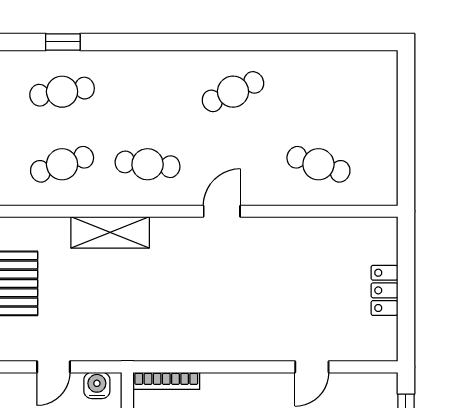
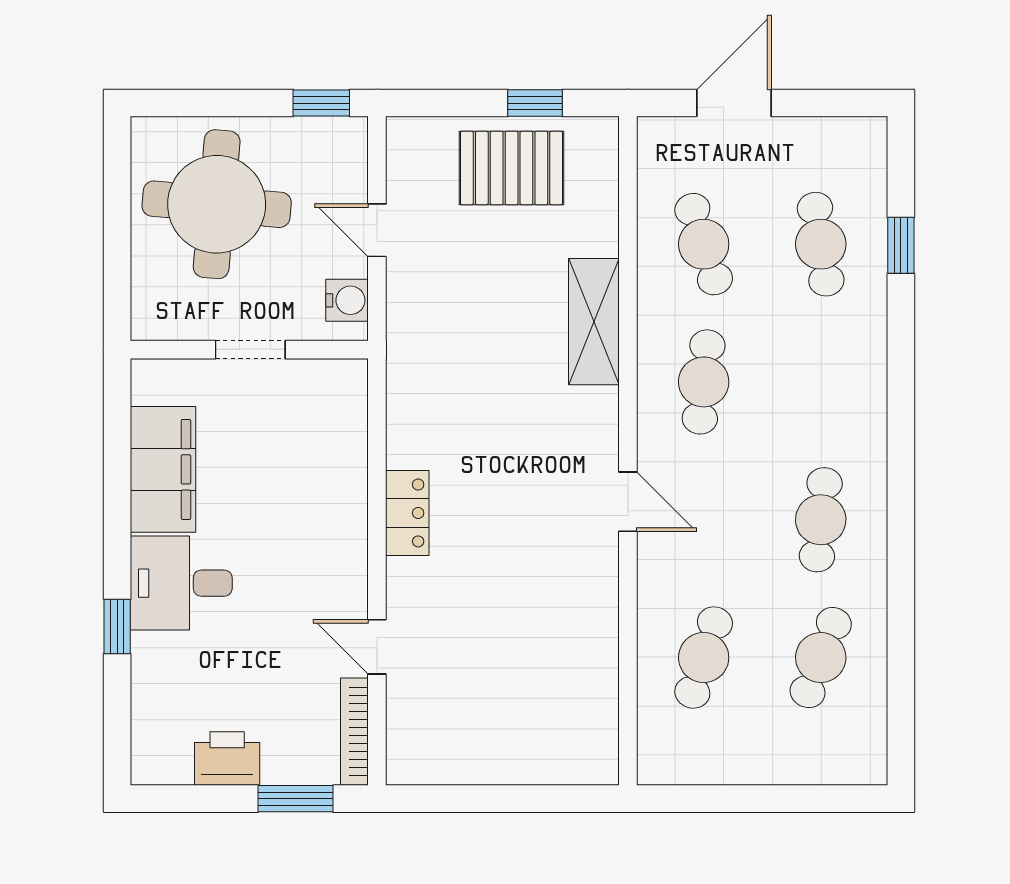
cafe table: (233, 92) -> (821, 520), turned 30
cafe table: (318, 92) -> (821, 658), added
locker: (384, 290) -> (407, 513), moved, turned 90
bookcase: (166, 381) -> (354, 732), moved

